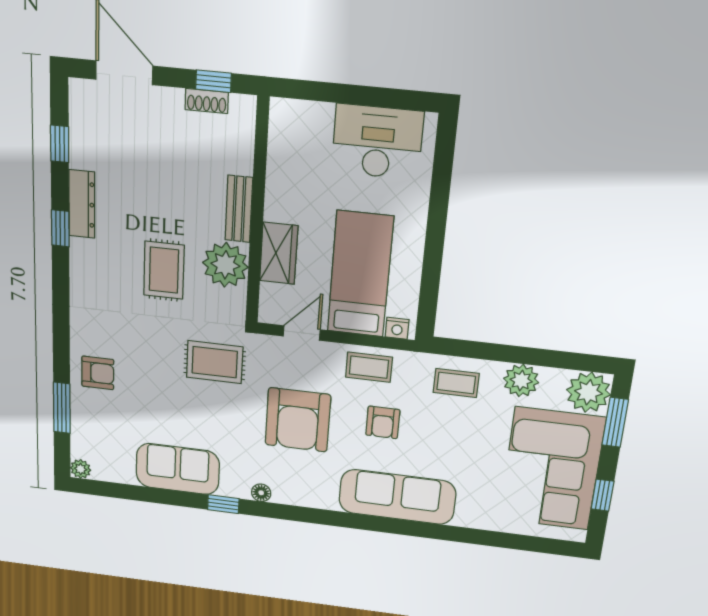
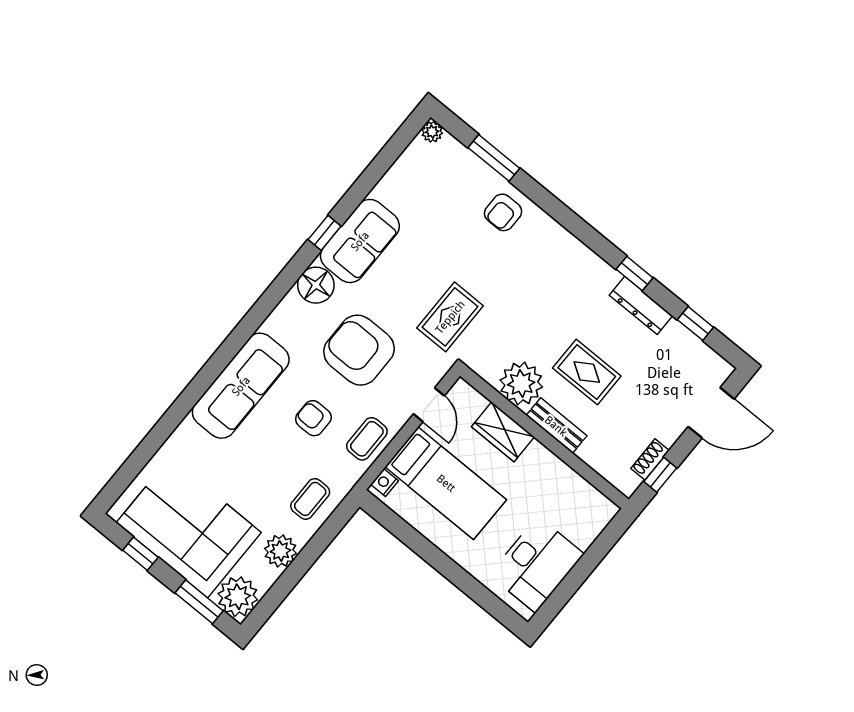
rug: (164, 270) -> (587, 372), moved
sofa: (178, 469) -> (360, 241), moved
floor lamp: (261, 493) -> (316, 285), width x1.89, depth x1.89

